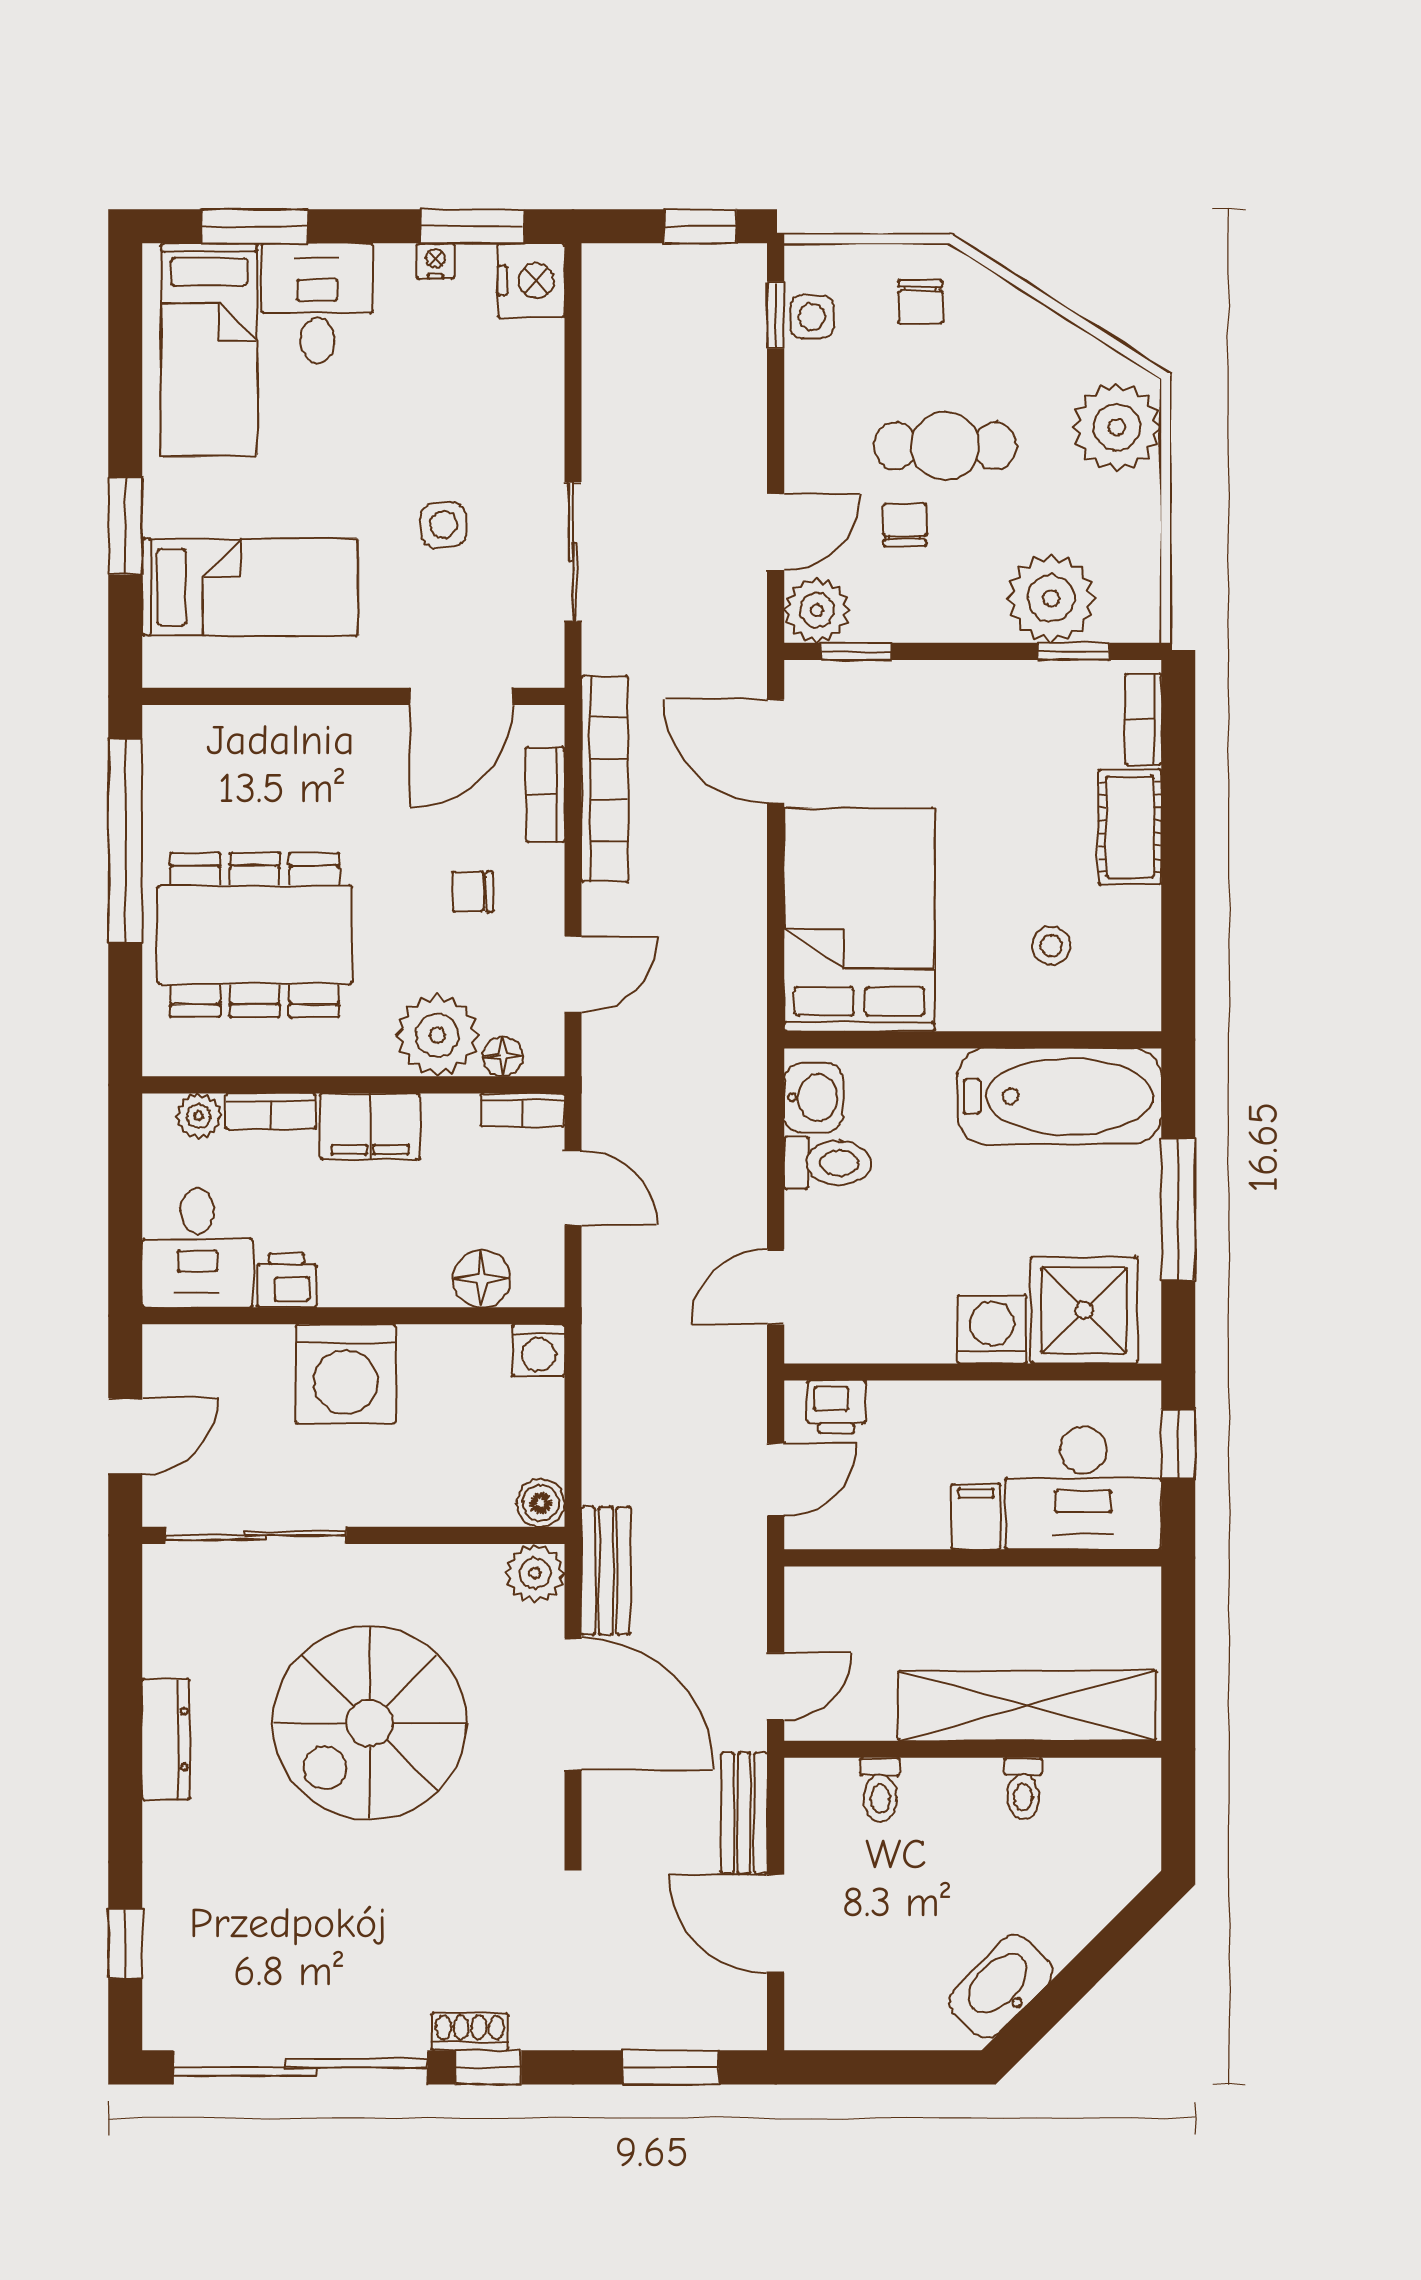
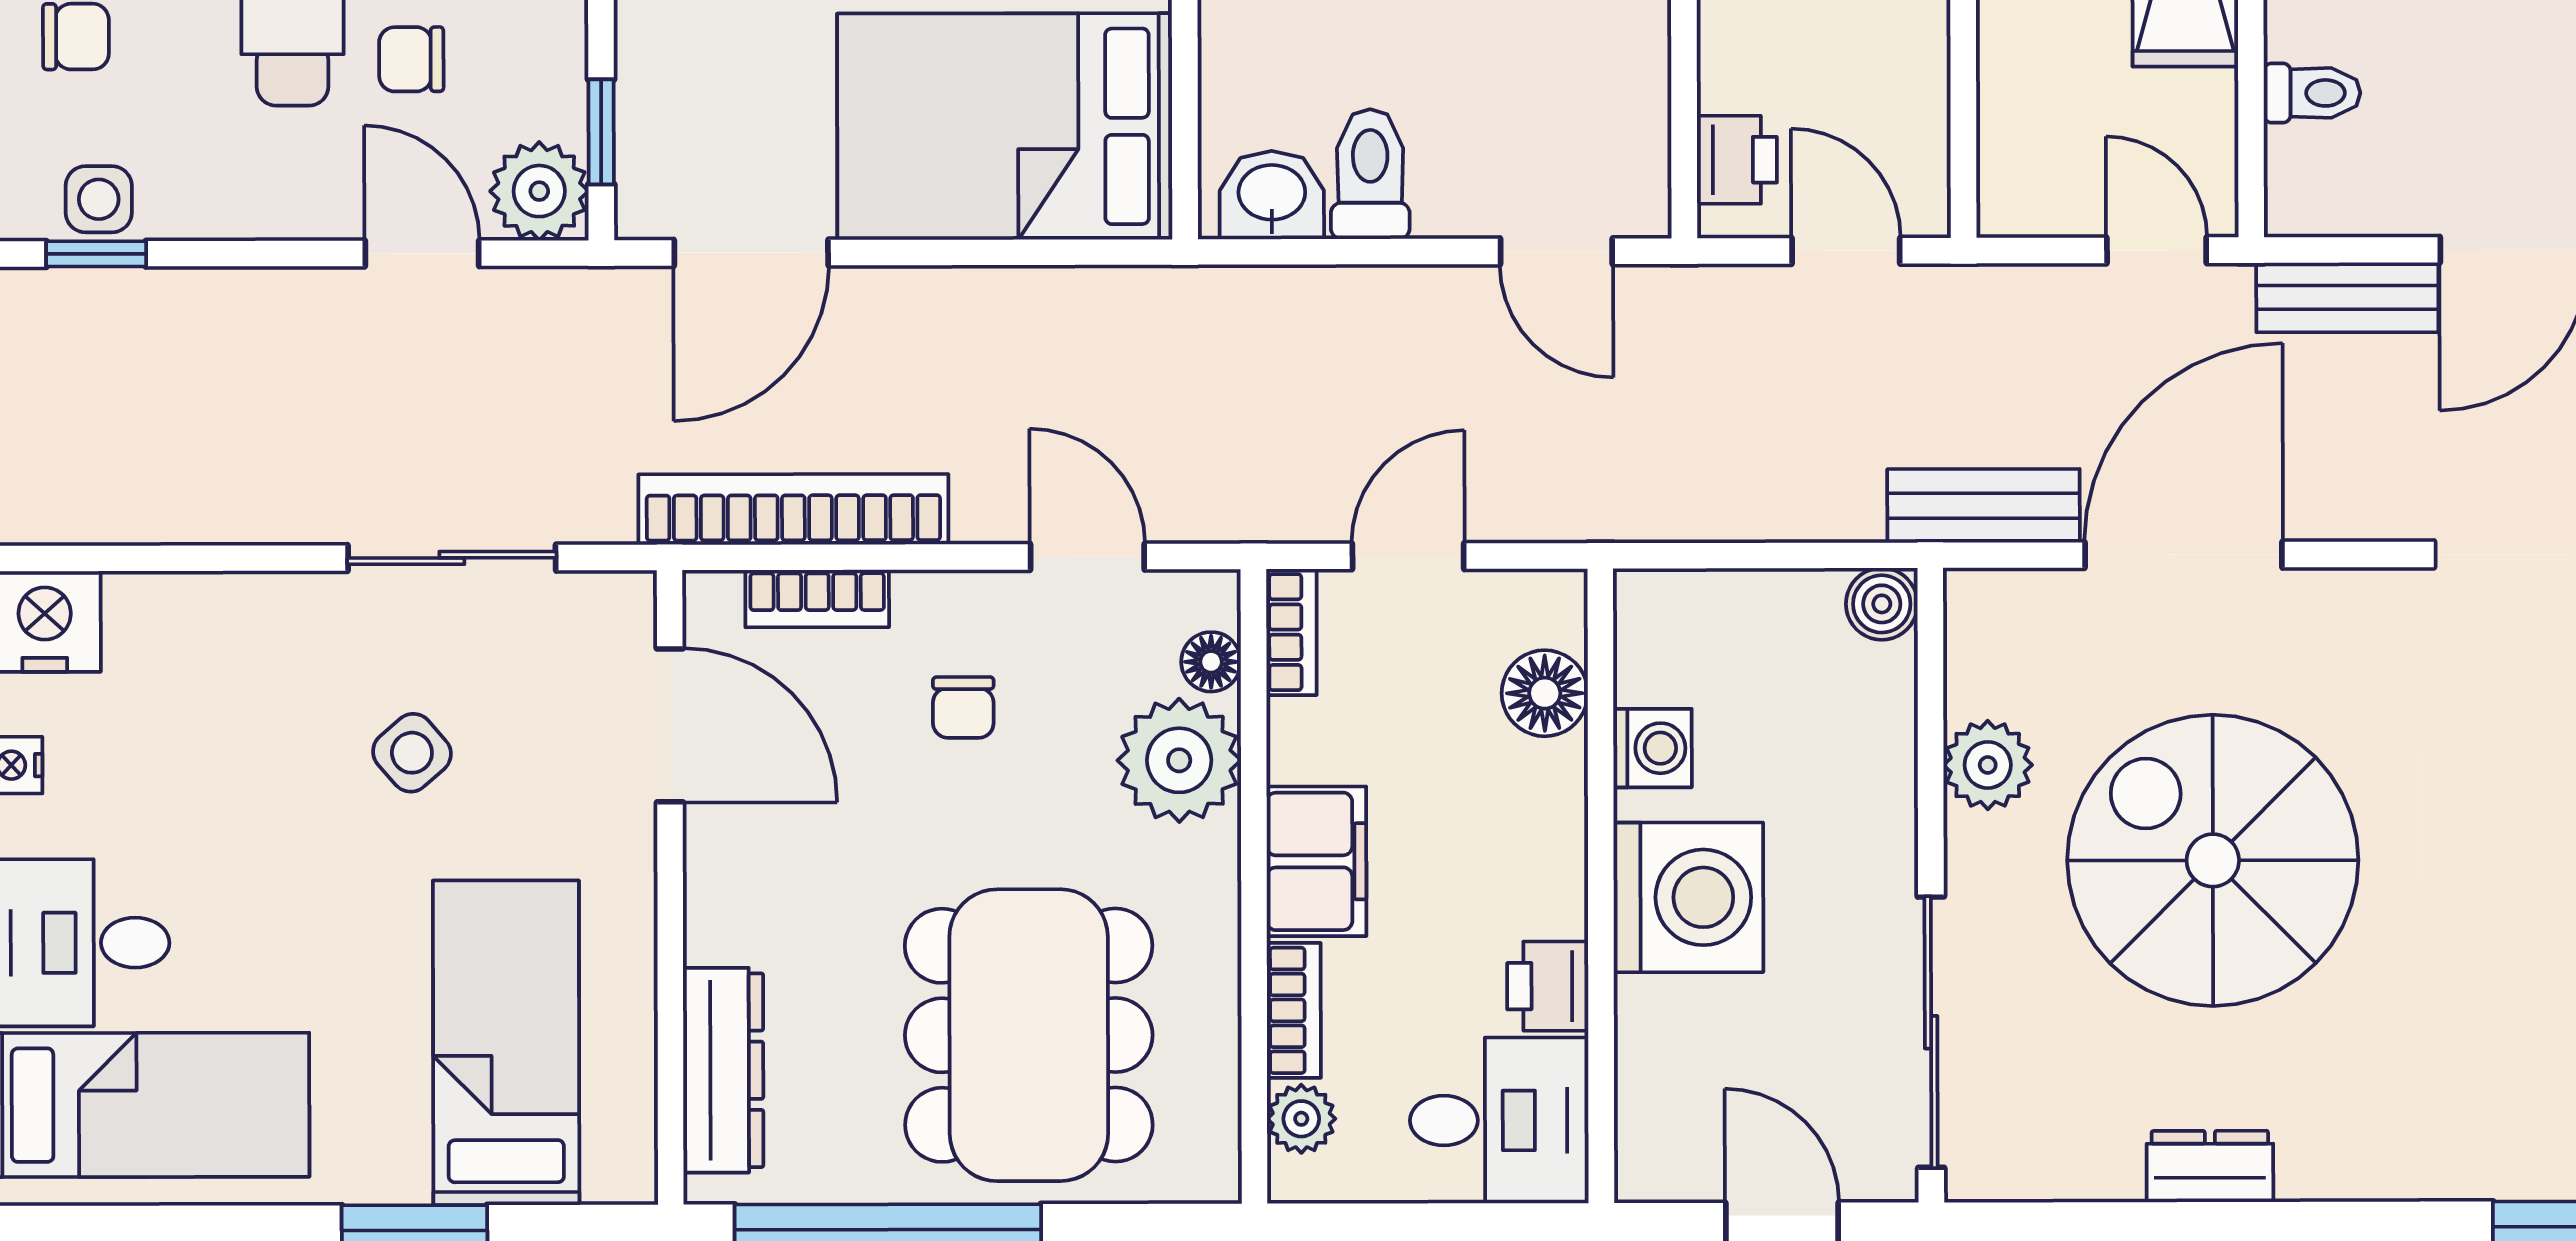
side table: (443, 525) -> (412, 753), turned -35
dresser: (232, 732) -> (723, 1070), added
washing machine: (538, 1350) -> (1653, 748), moved
plant: (535, 1573) -> (1988, 765), moved
spiral stairs: (370, 1723) -> (2213, 860), turned 180
dresser: (166, 1739) -> (2210, 1166), width x0.70

